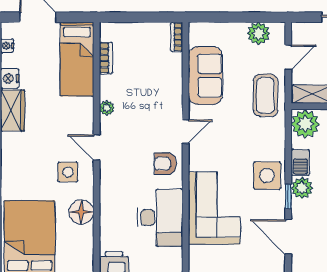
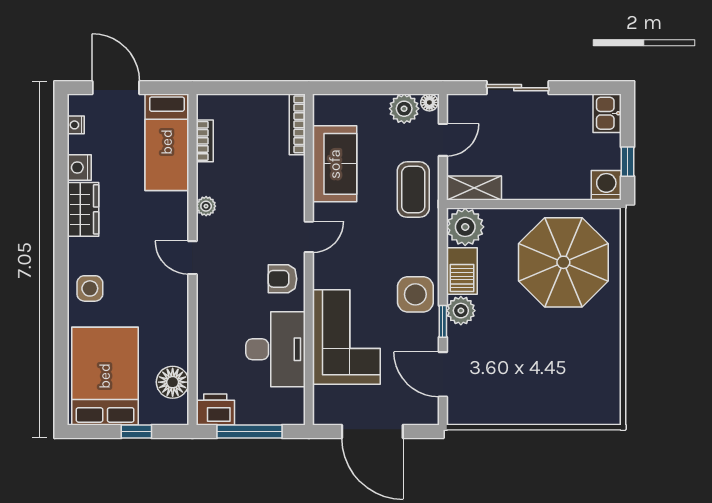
floor lamp: (278, 29) -> (429, 102), added
bookcase: (177, 37) -> (297, 124), width x1.56
barbecue: (300, 163) -> (462, 271), width x1.38, depth x1.27
side table: (68, 172) -> (90, 288), moved
floor lamp: (81, 212) -> (173, 382), moved

